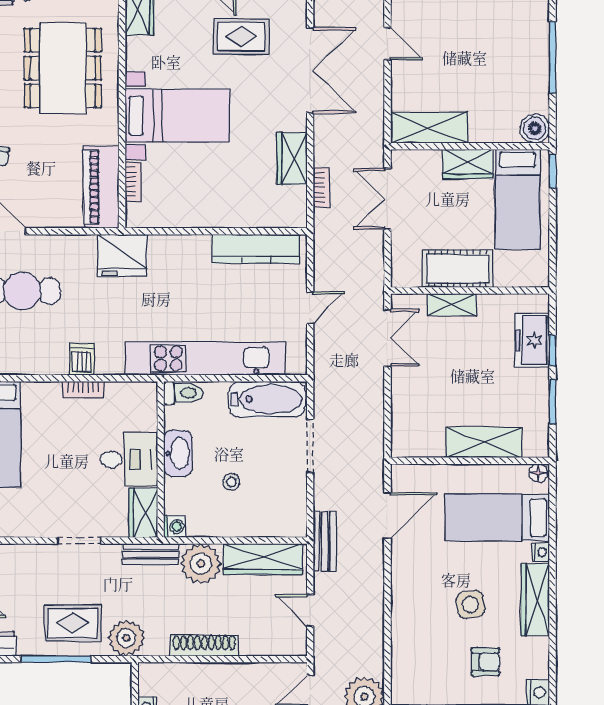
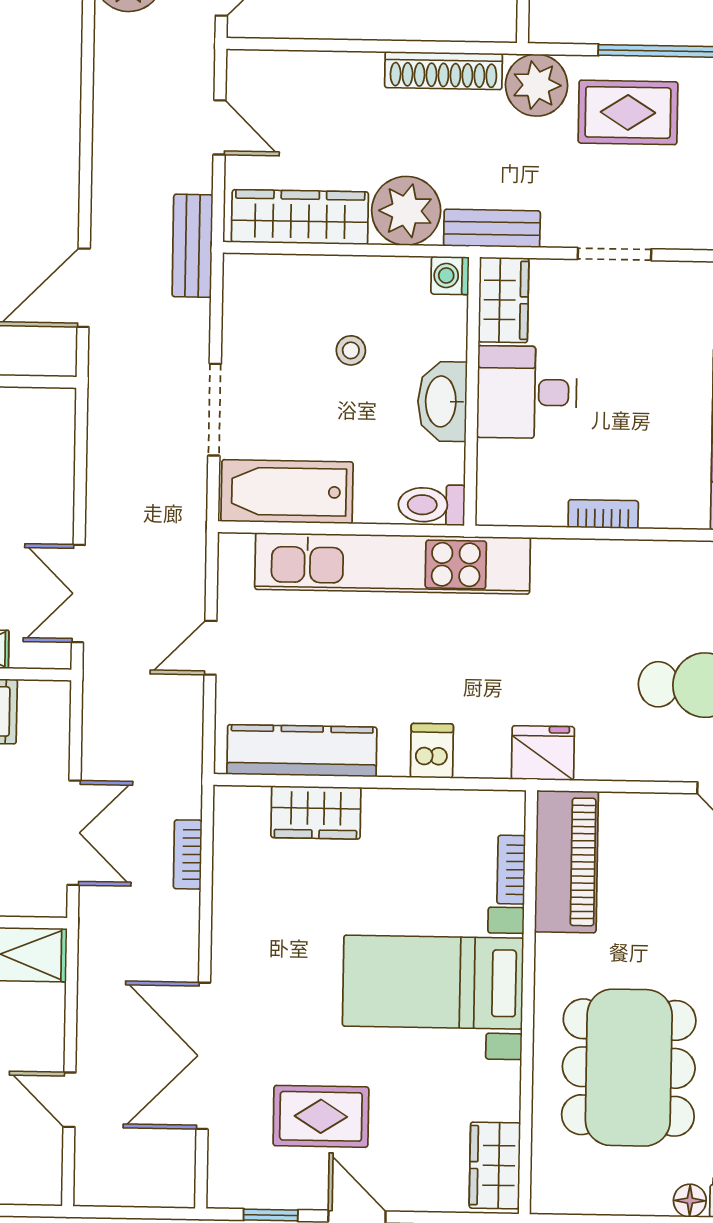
wardrobe: (292, 159) -> (316, 812), moved, turned 90
fridge: (122, 255) -> (543, 753), width x0.73, depth x0.75
dishwasher: (82, 359) -> (432, 751), moved, turned 180
shoe rack: (204, 646) -> (444, 71), moved

